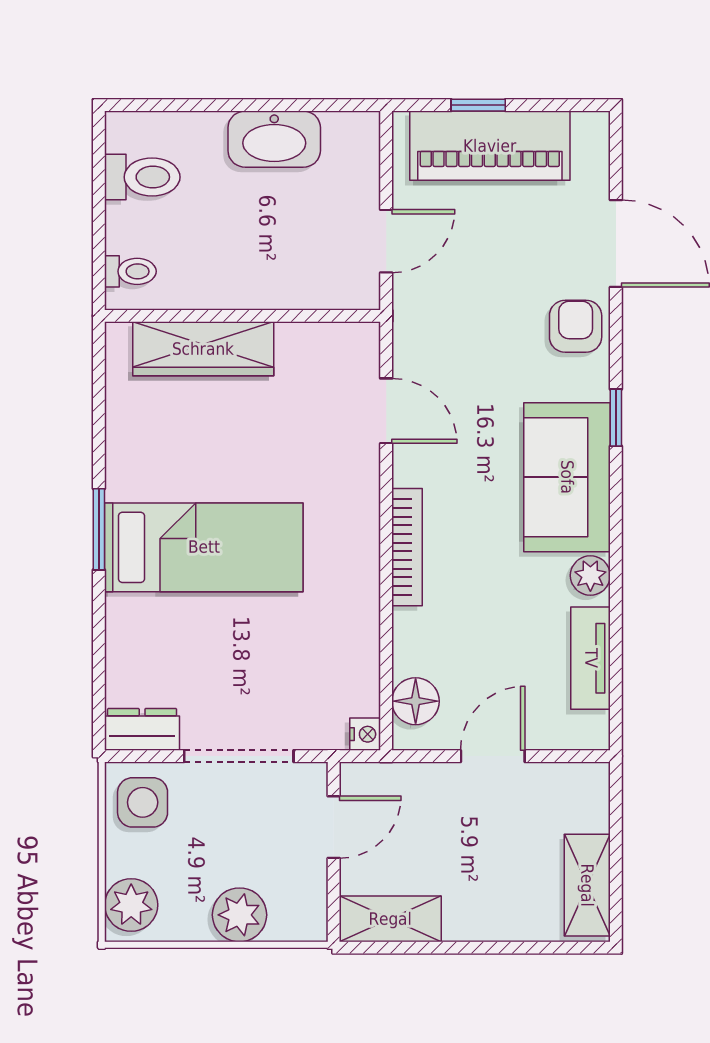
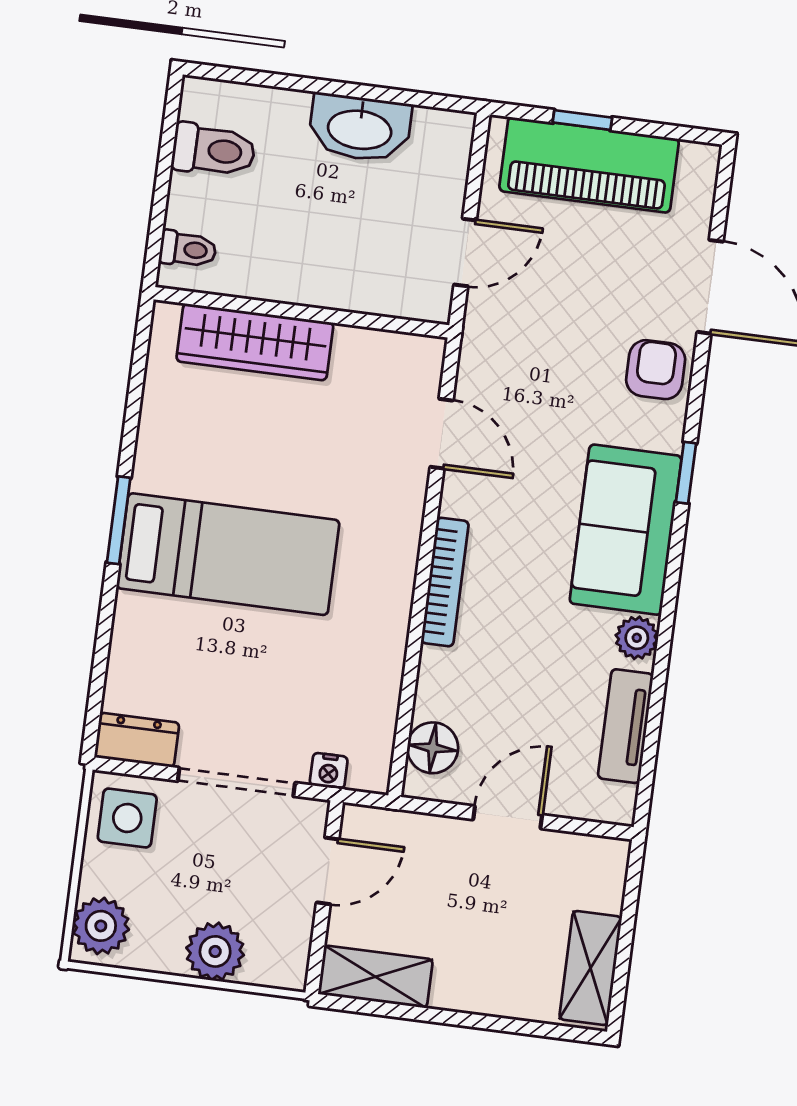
nightstand: (365, 734) -> (329, 771), moved, turned 90

